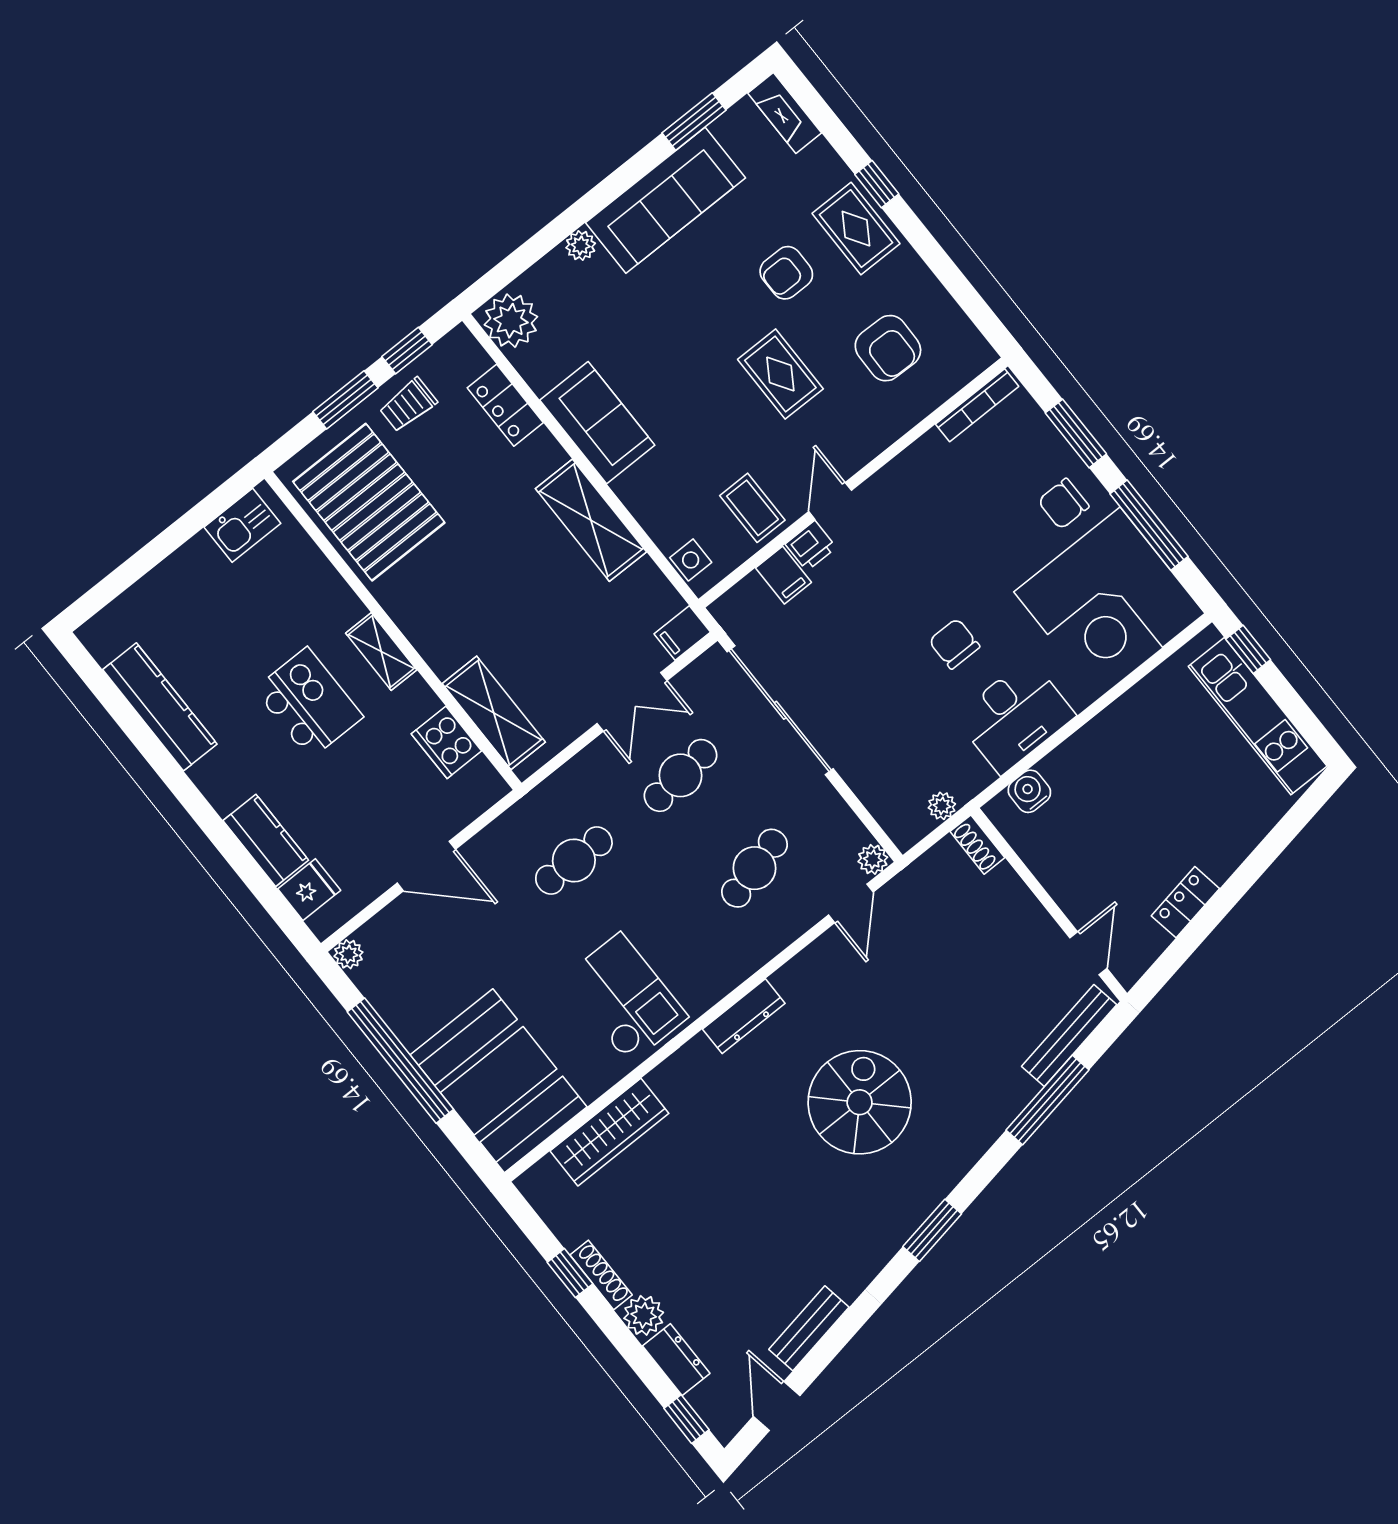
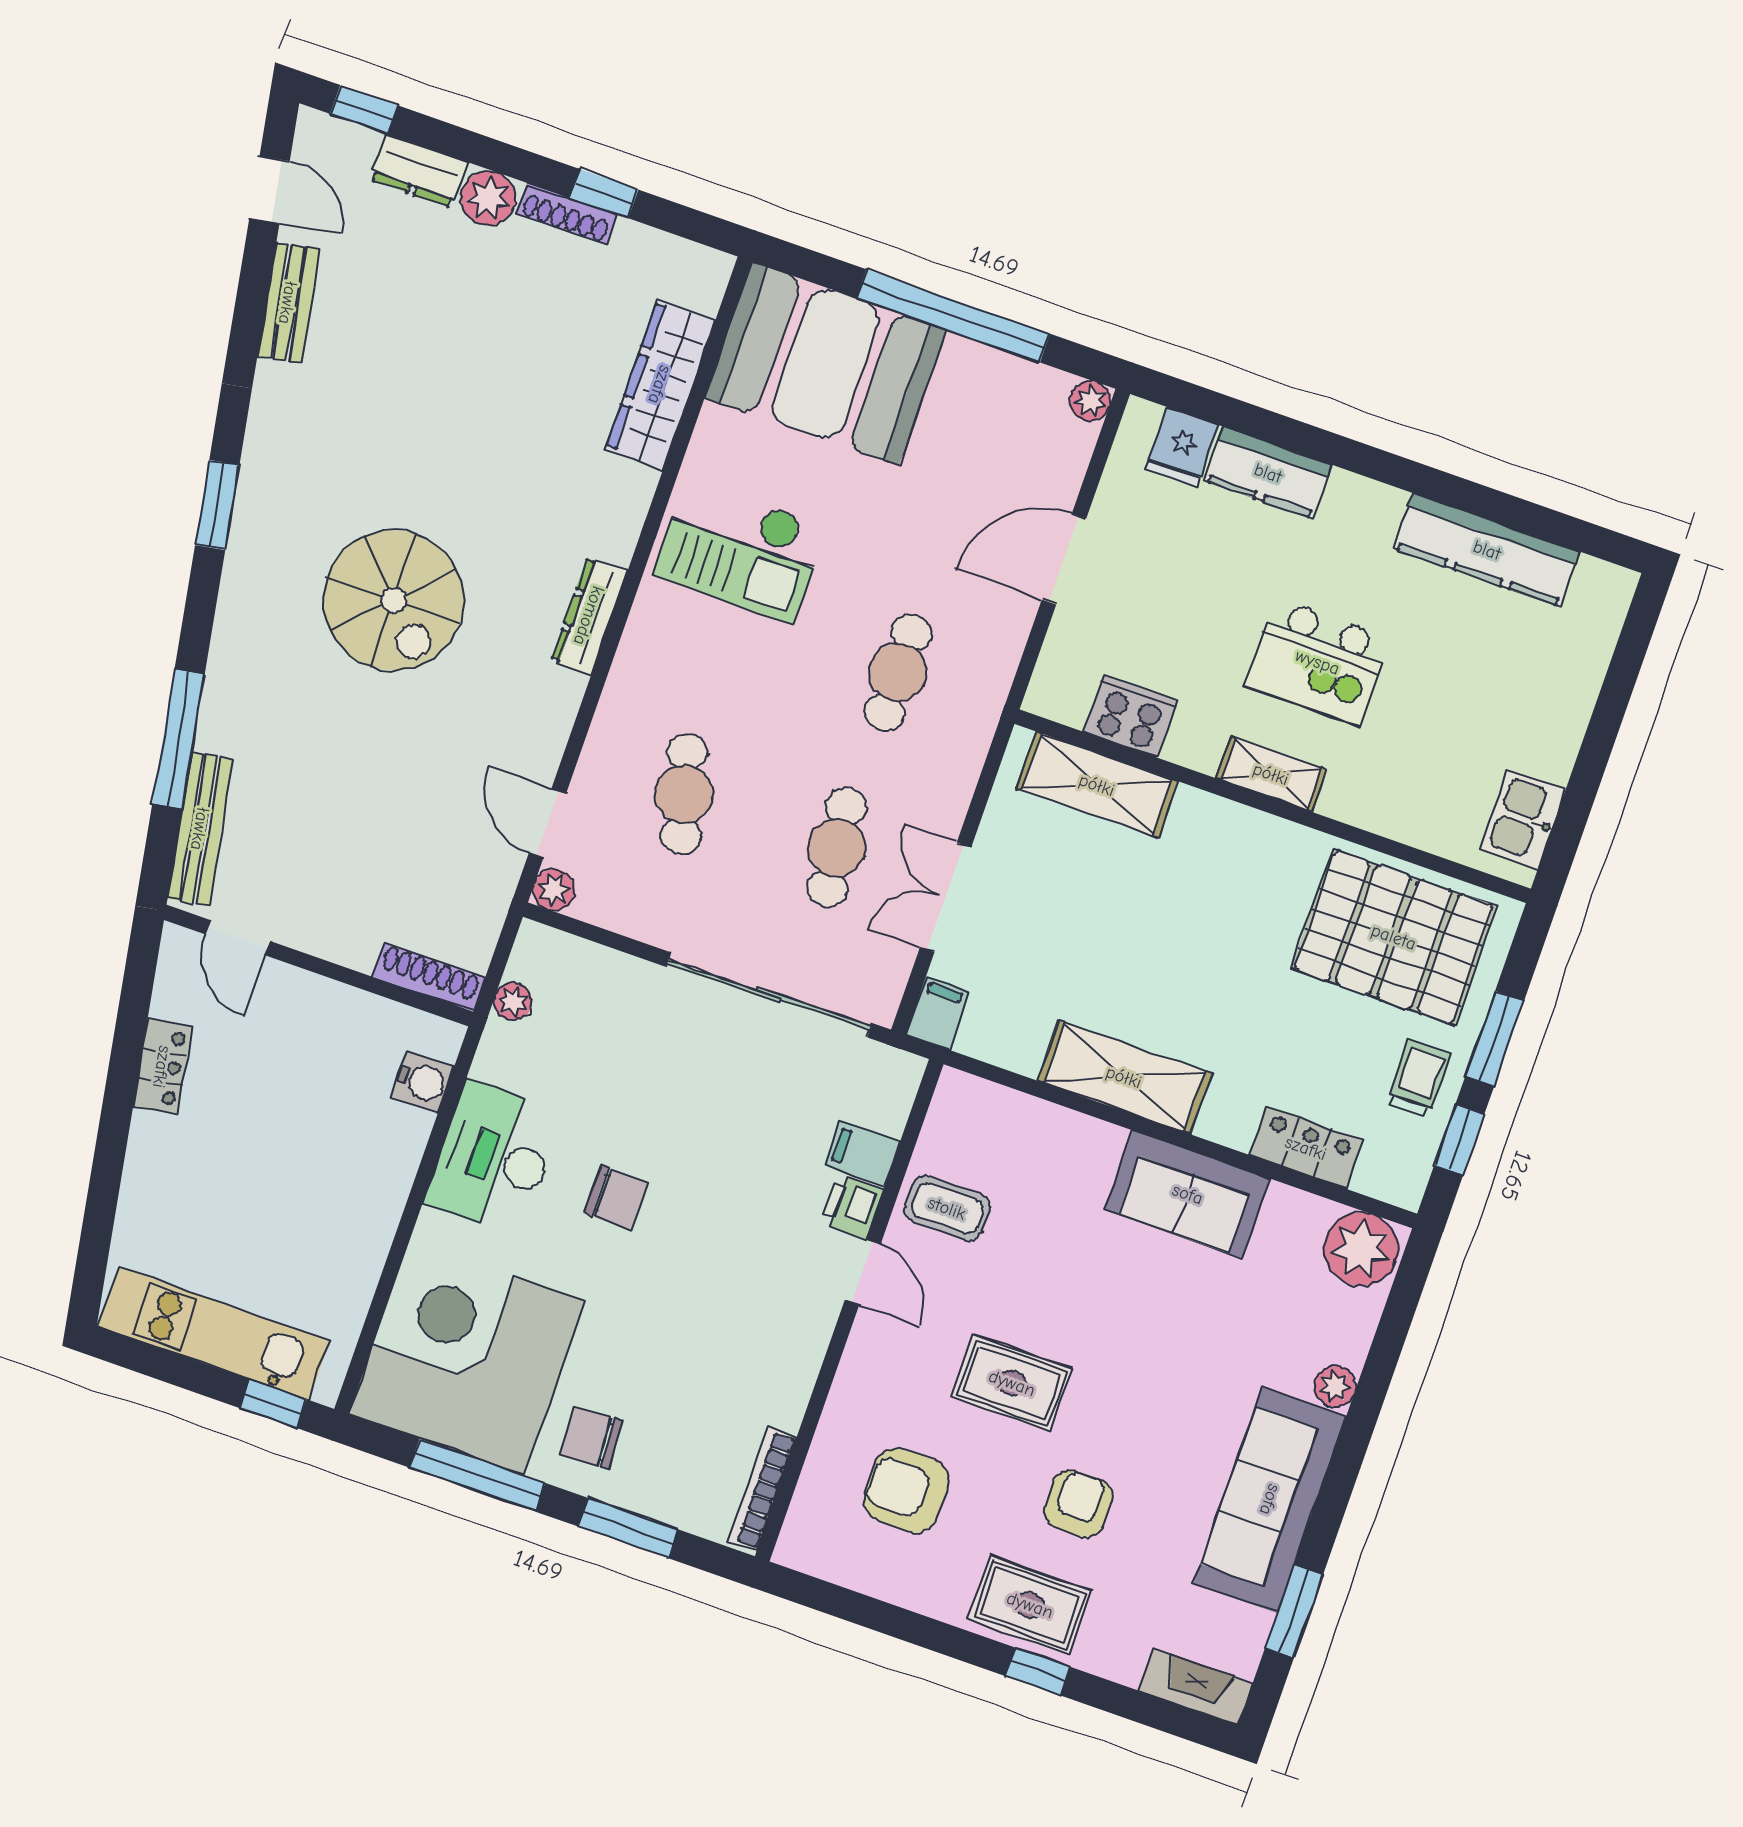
chair: (1063, 504) -> (591, 1438), turned -94
side table: (691, 560) -> (981, 1103), removed
shoe rack: (977, 845) -> (429, 977), width x1.43

